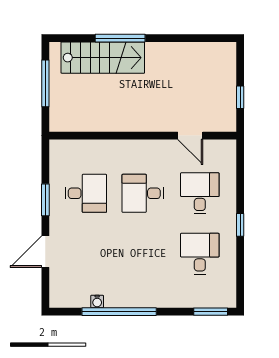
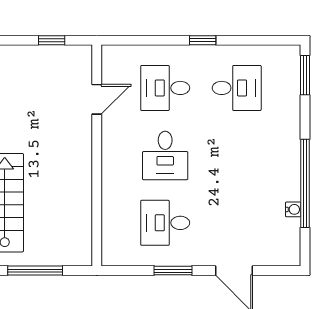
desk: (86, 193) -> (165, 223), turned -90
desk: (200, 254) -> (237, 88), turned 180

